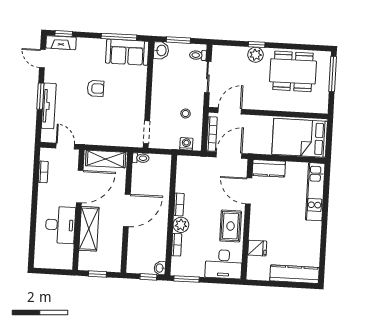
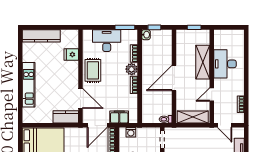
filing cabinet: (200, 164) -> (119, 117), added
door: (80, 187) -> (212, 95), width x0.53
kitchen unit: (315, 192) -> (29, 85), moved
desk: (224, 264) -> (107, 41), moved

